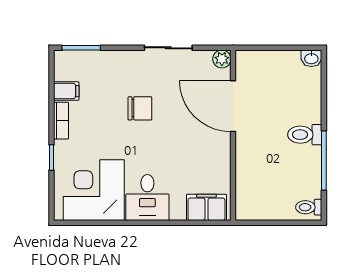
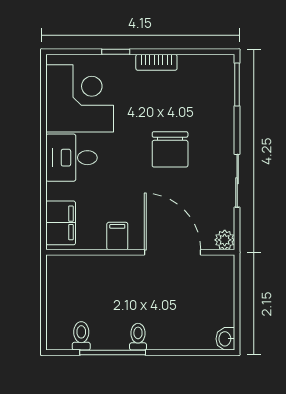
filing cabinet: (66, 91) -> (117, 236), moved, turned 180
door: (233, 106) -> (173, 252), hinge flipped
chair: (140, 108) -> (170, 149), width x1.37, depth x1.37
toilet: (305, 135) -> (138, 337), width x0.73, depth x0.72
toilet: (309, 207) -> (81, 336), moved

